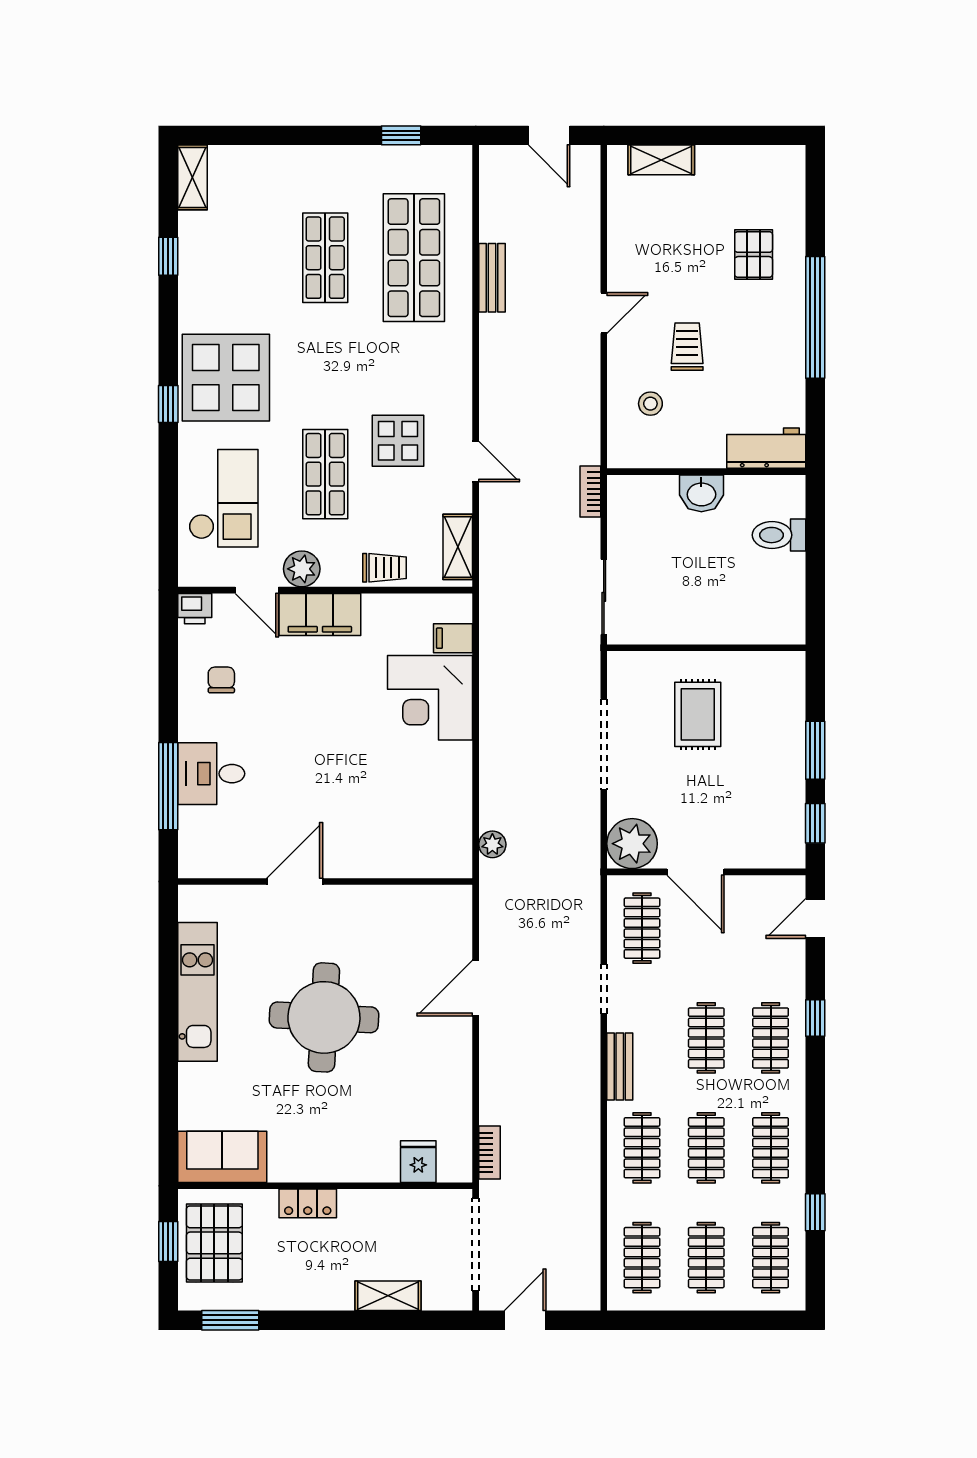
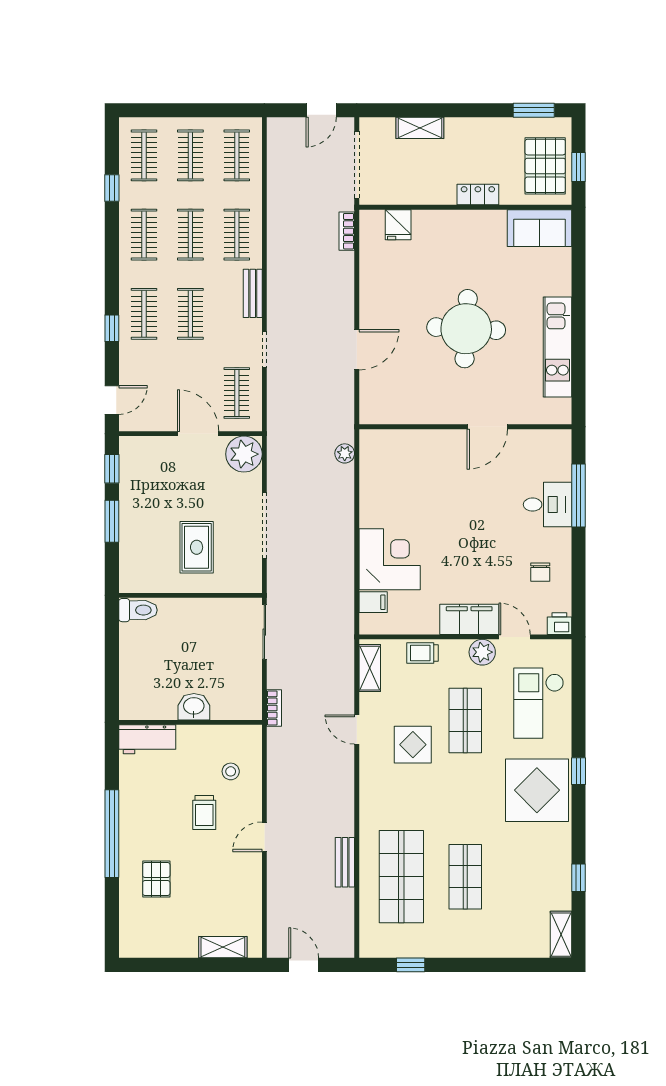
toilet: (779, 535) -> (138, 610), moved

